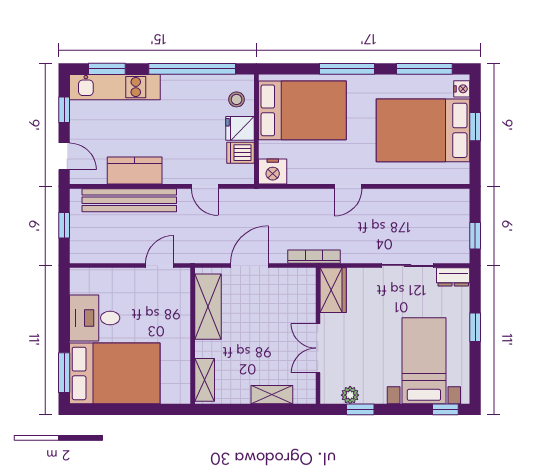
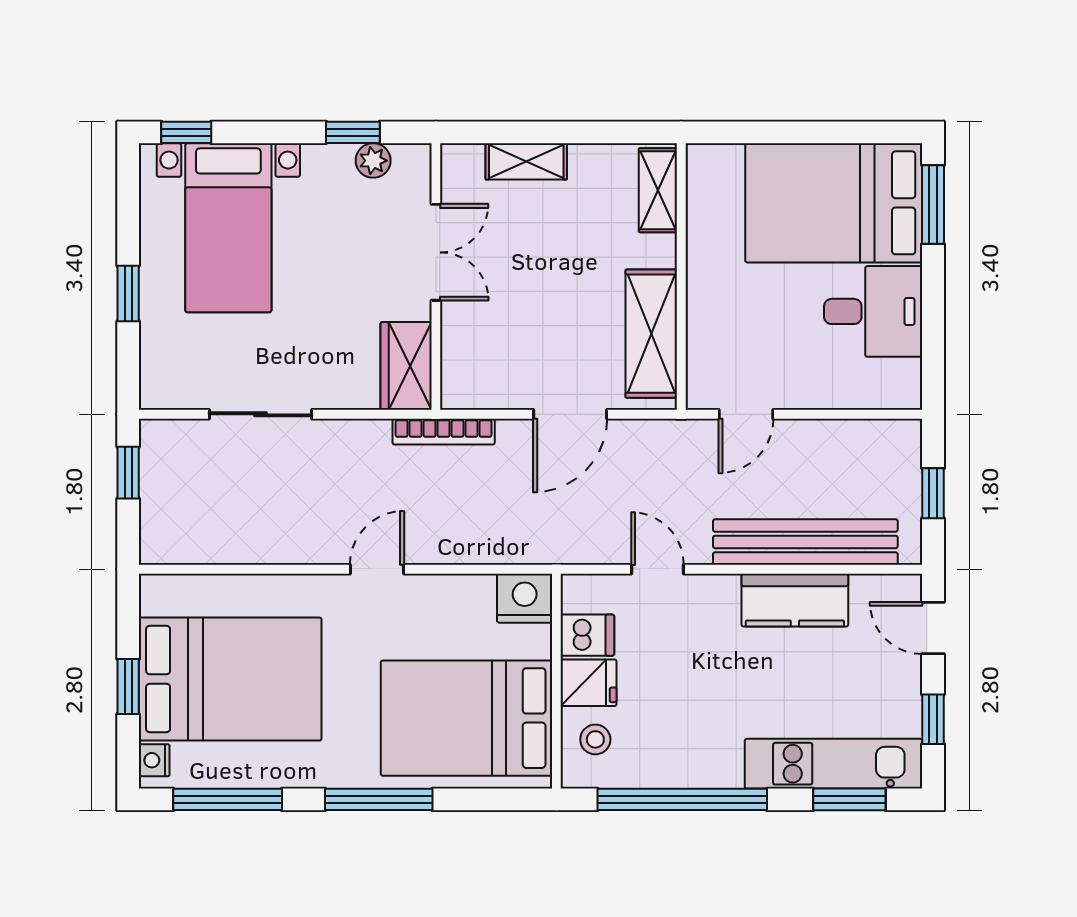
dresser: (453, 277) -> (171, 392), removed

